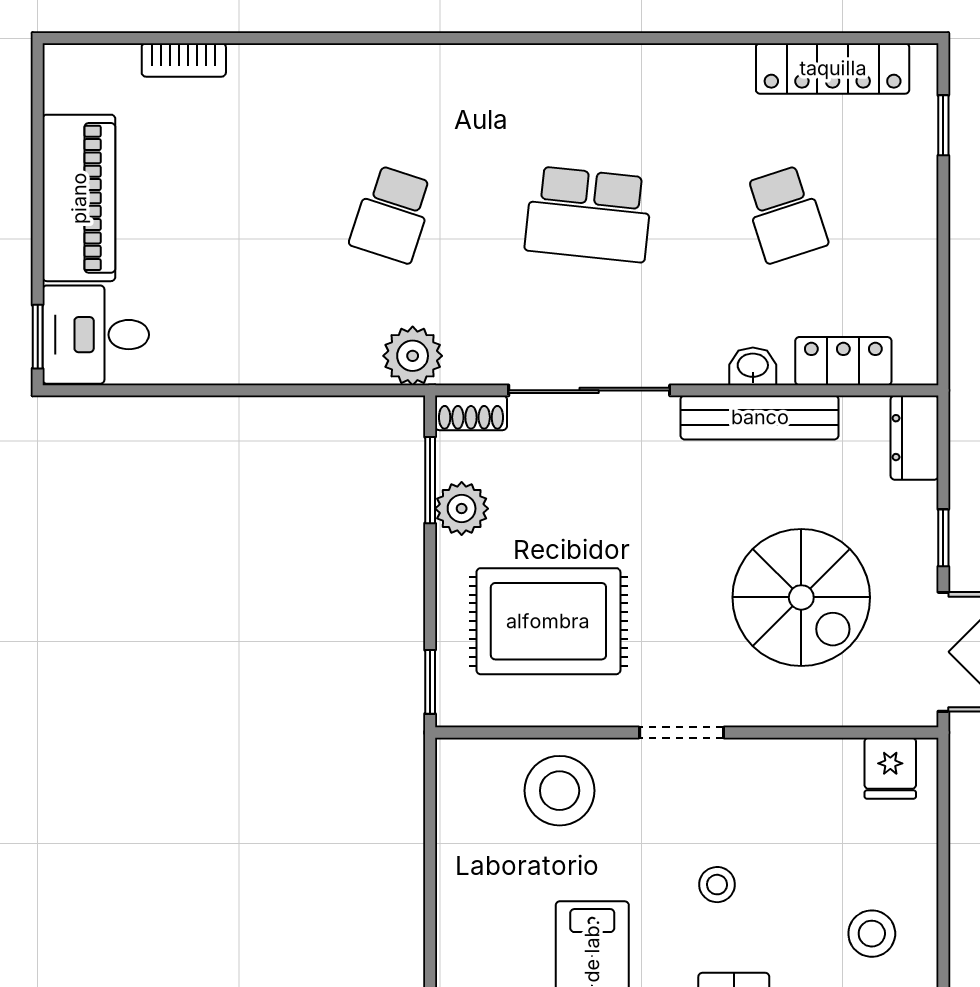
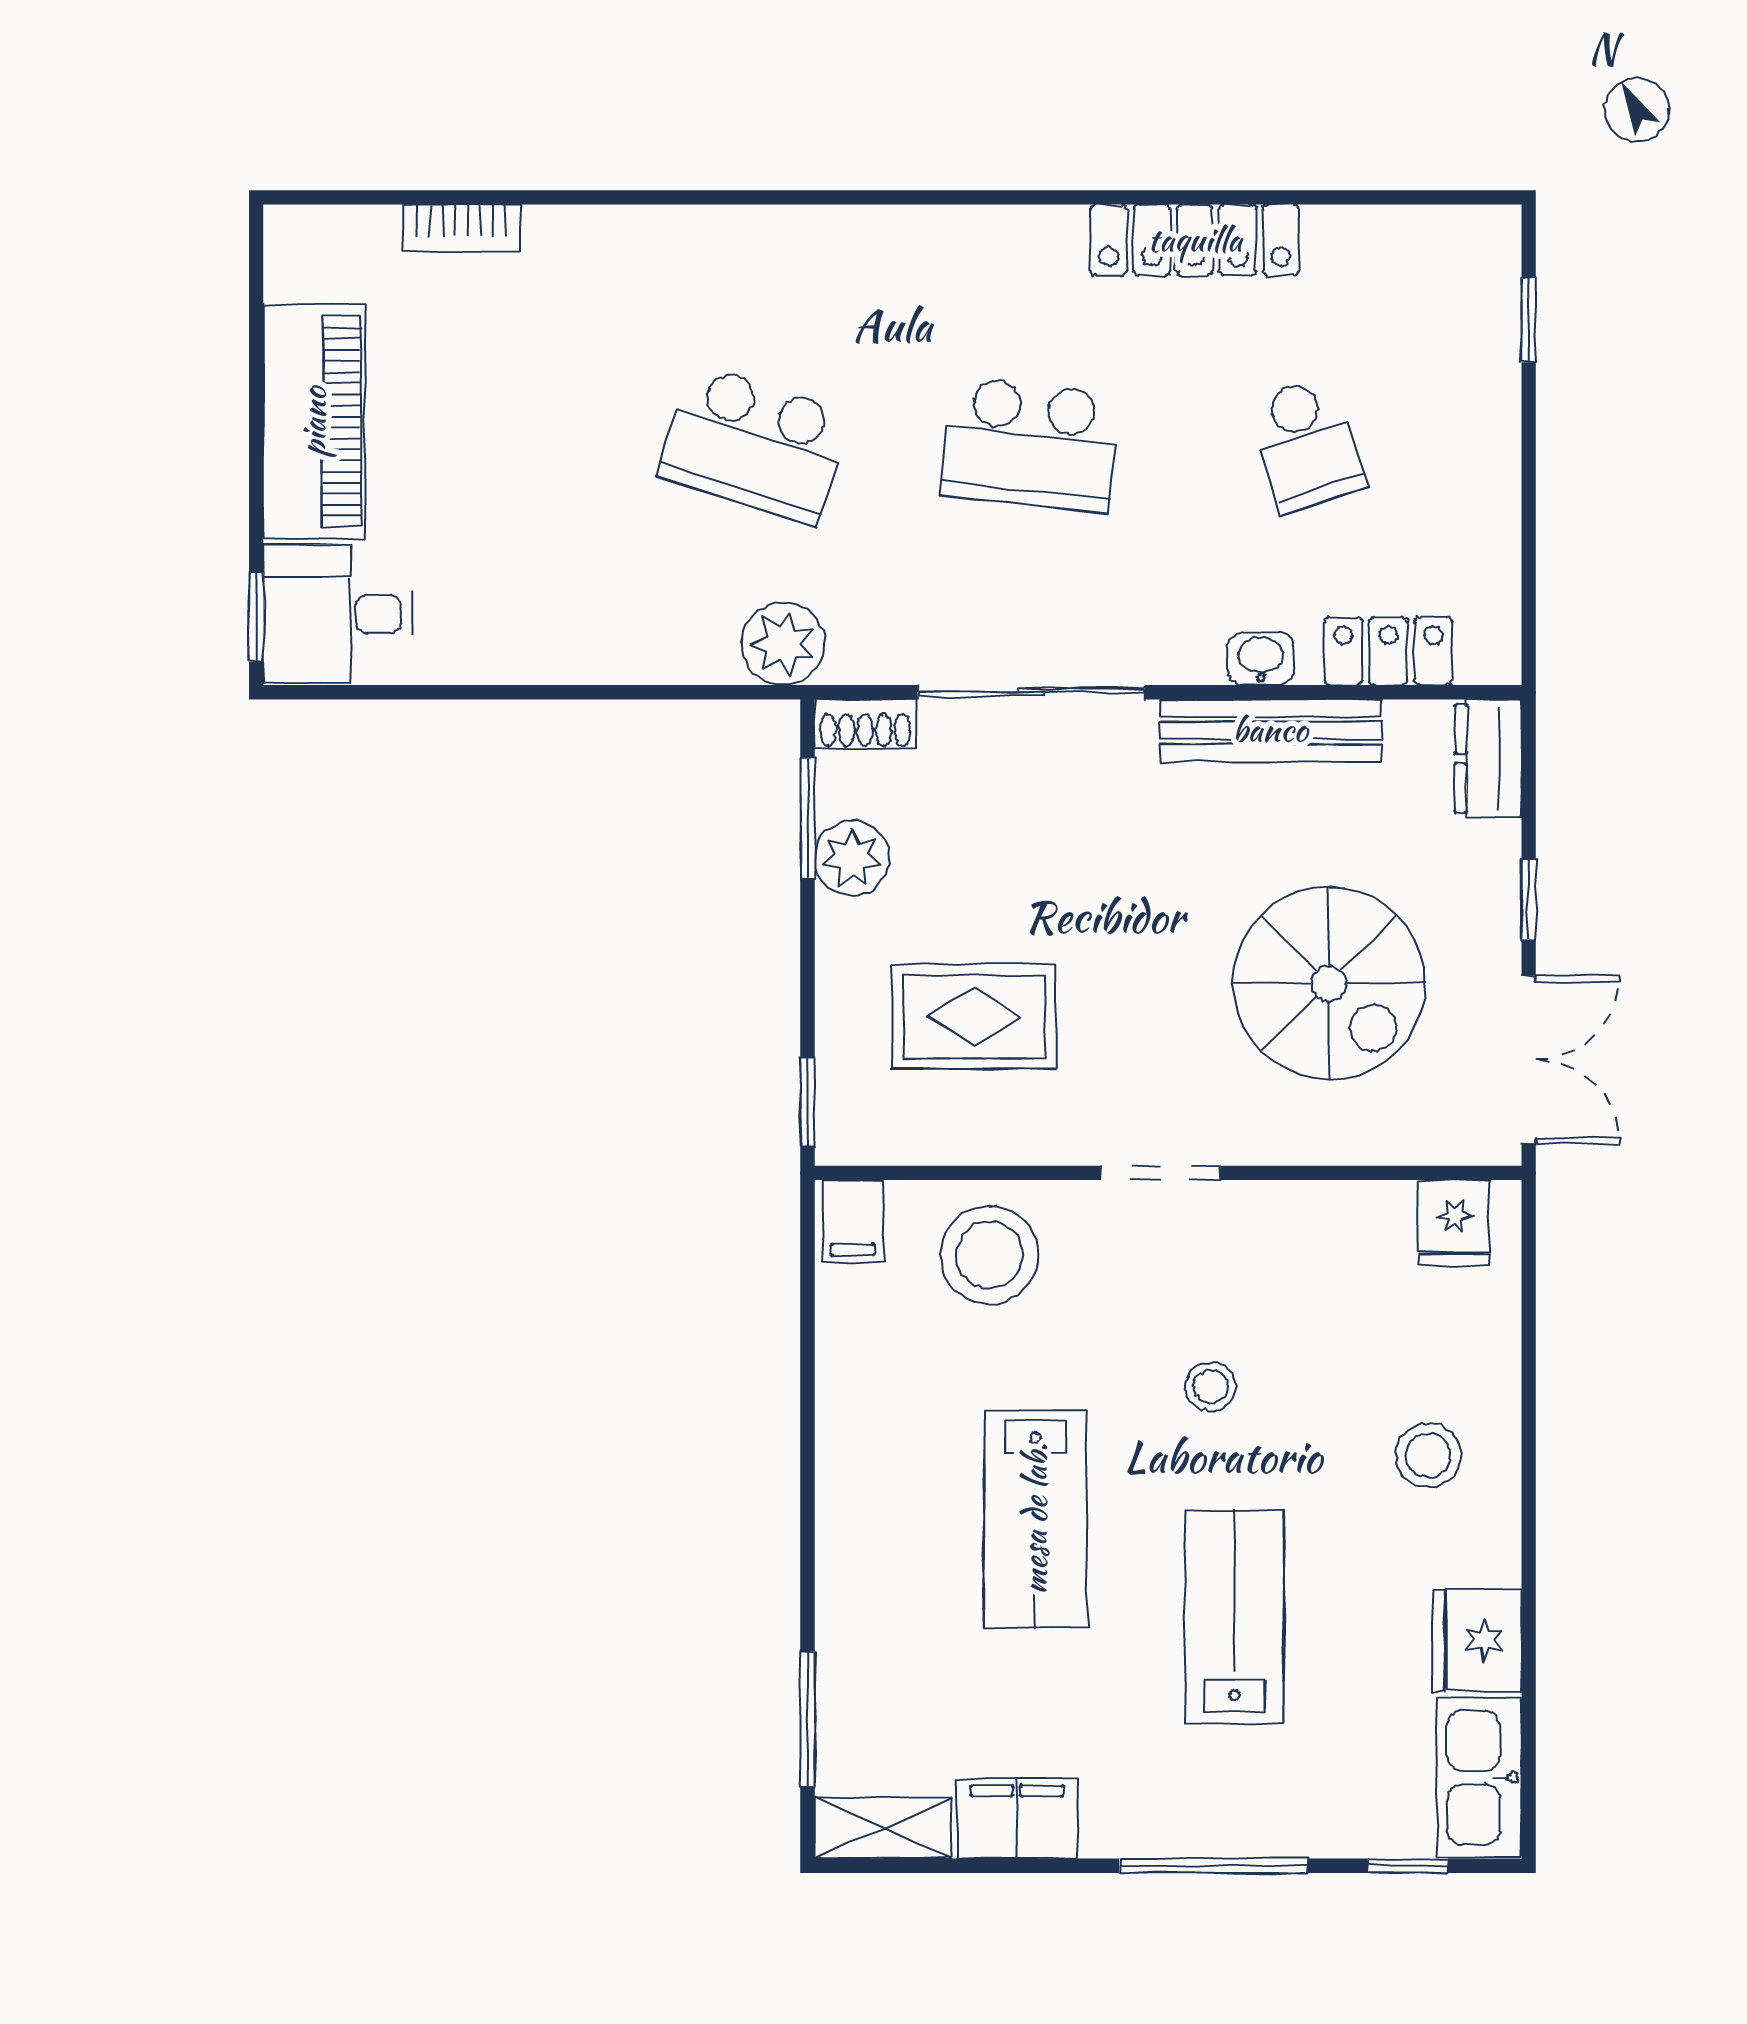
locker: (833, 68) -> (1195, 240), moved
school desk: (392, 214) -> (754, 445), width x1.85
rug: (548, 621) -> (974, 1017), width x0.73, depth x0.70
filing cabinet: (462, 767) -> (853, 1221), added

